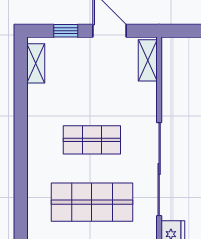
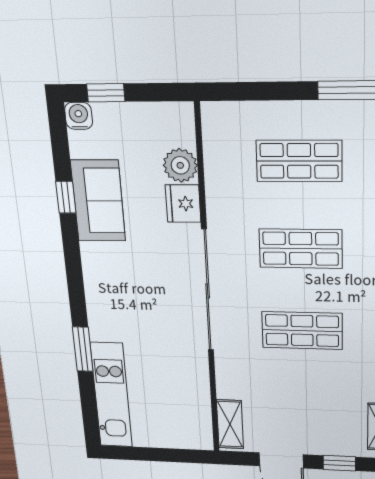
shop shelf: (92, 202) -> (301, 249), width x0.70, depth x0.74

